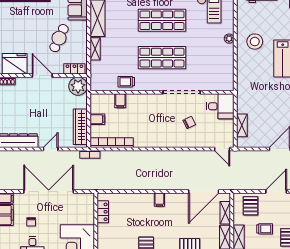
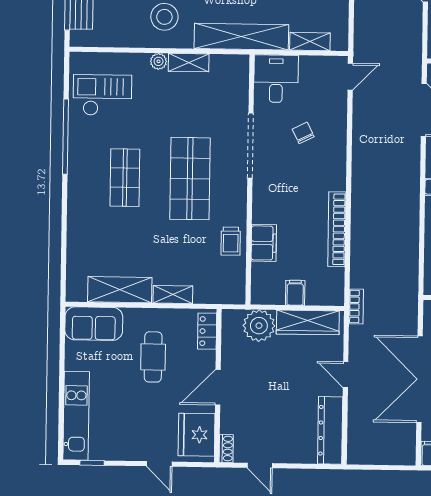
shop shelf: (162, 20) -> (125, 178), width x0.70, depth x0.74
cafe table: (59, 38) -> (153, 357), turned 65
shelving: (229, 56) -> (189, 63), added
plant: (78, 86) -> (259, 326), moved
shelving: (244, 86) -> (241, 37), added
filing cabinet: (120, 101) -> (264, 243), width x2.00
bookcase: (112, 143) -> (337, 229), moved

